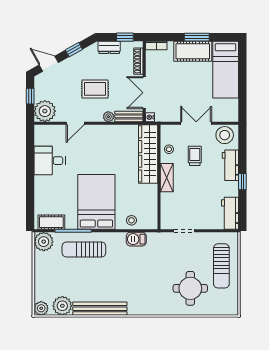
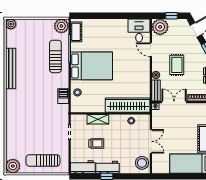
trolley: (195, 156) -> (96, 143), moved
desk: (50, 161) -> (139, 30), moved
workbench: (230, 165) -> (108, 167), moved
shelving: (167, 178) -> (98, 119), moved
round table: (190, 288) -> (26, 137), removed
plant: (62, 306) -> (13, 166), moved

